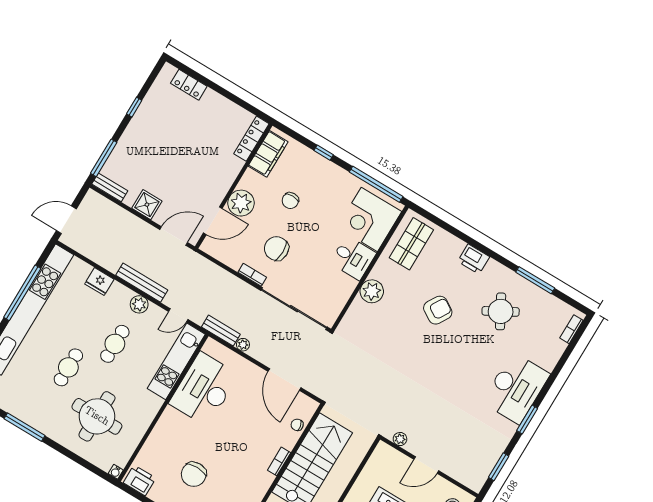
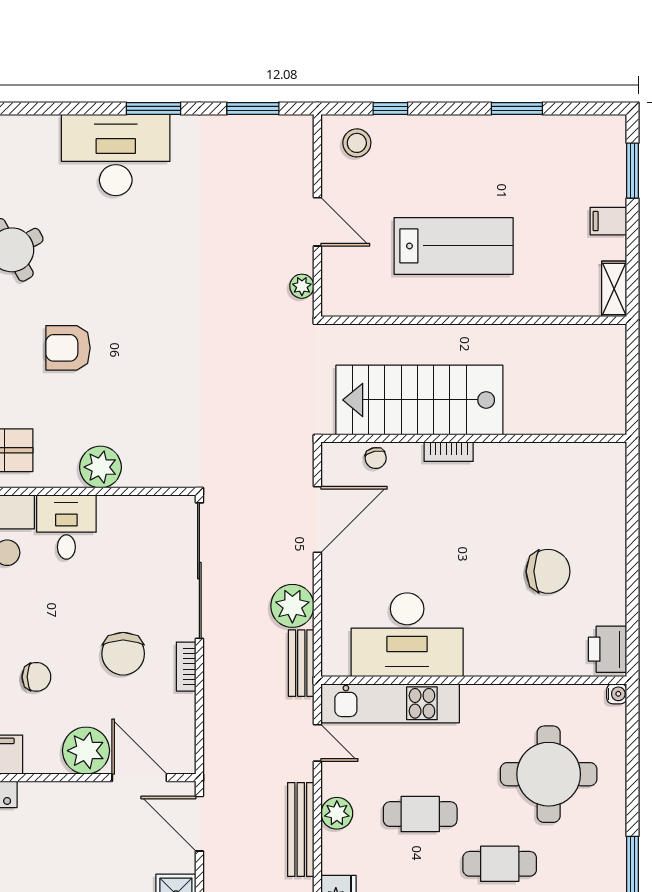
armchair: (438, 310) -> (68, 348), turned -31
plant: (243, 345) -> (292, 606), width x1.88, depth x1.88

